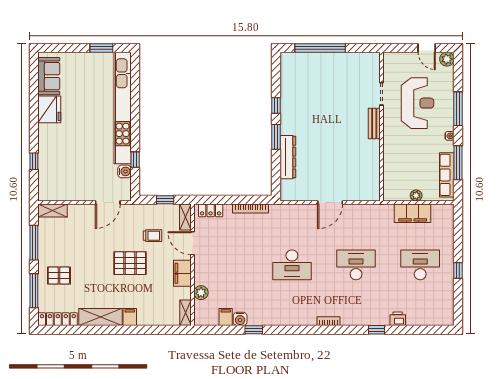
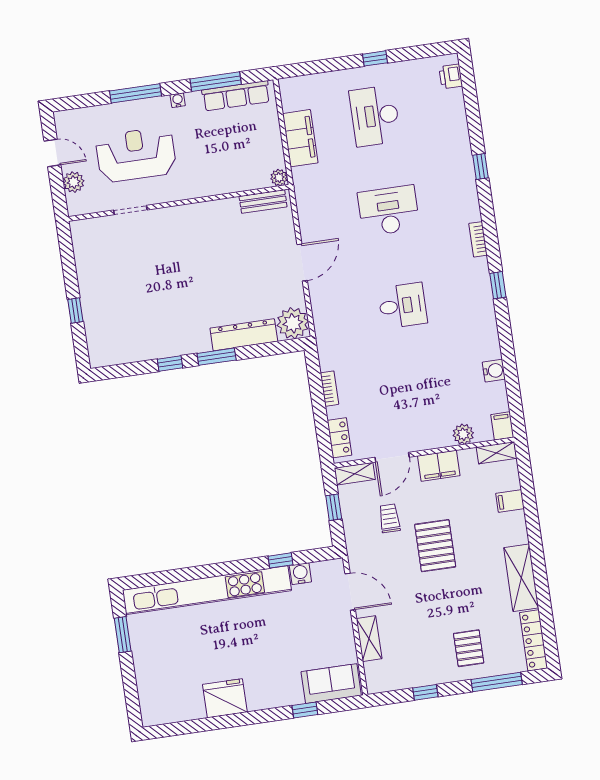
window: (320, 48) -> (75, 311), width x0.32
door: (427, 48) -> (52, 153), hinge flipped
plant: (447, 59) -> (74, 182), moved
sofa: (49, 76) -> (331, 684), moved
bench: (374, 124) -> (263, 202), moved
plant: (291, 191) -> (293, 323), added
plant: (416, 195) -> (279, 178), moved
door: (330, 203) -> (302, 263), hinge flipped
bookcase: (251, 209) -> (329, 389), width x0.64
shelving: (53, 211) -> (369, 639), moved
window: (34, 243) -> (425, 692), width x0.46
desk: (292, 265) -> (403, 306), width x0.73
desk: (356, 265) -> (389, 211), turned 90
filing cabinet: (130, 317) -> (510, 501), moved
filing cabinet: (226, 317) -> (502, 426), moved, turned 90
printer: (398, 319) -> (451, 76), moved
window: (254, 330) -> (498, 285), moved

